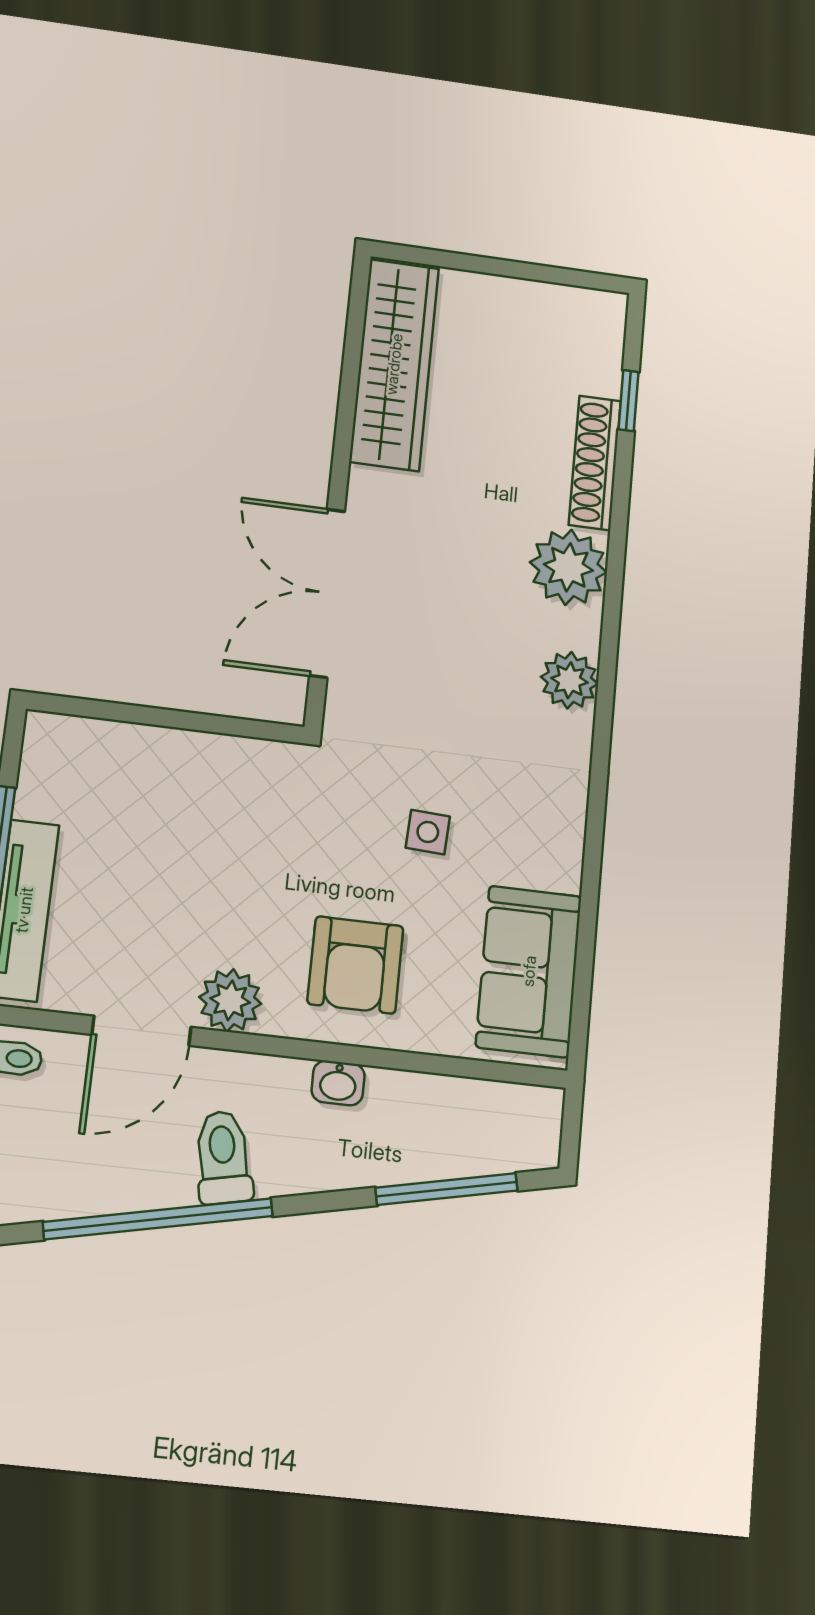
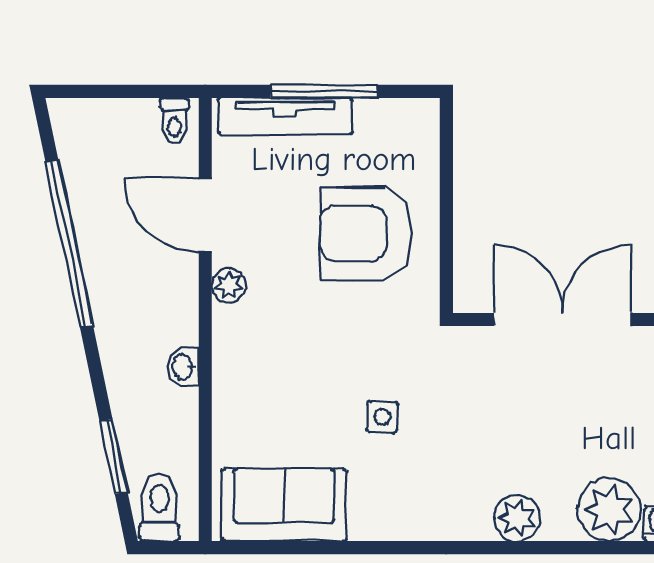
armchair: (355, 965) -> (366, 233), moved, width x1.36, depth x1.36
plant: (230, 1000) -> (229, 285), width x0.73, depth x0.73
toilet: (223, 1157) -> (159, 508), moved, turned -78
window: (447, 1189) -> (114, 457), width x0.69

